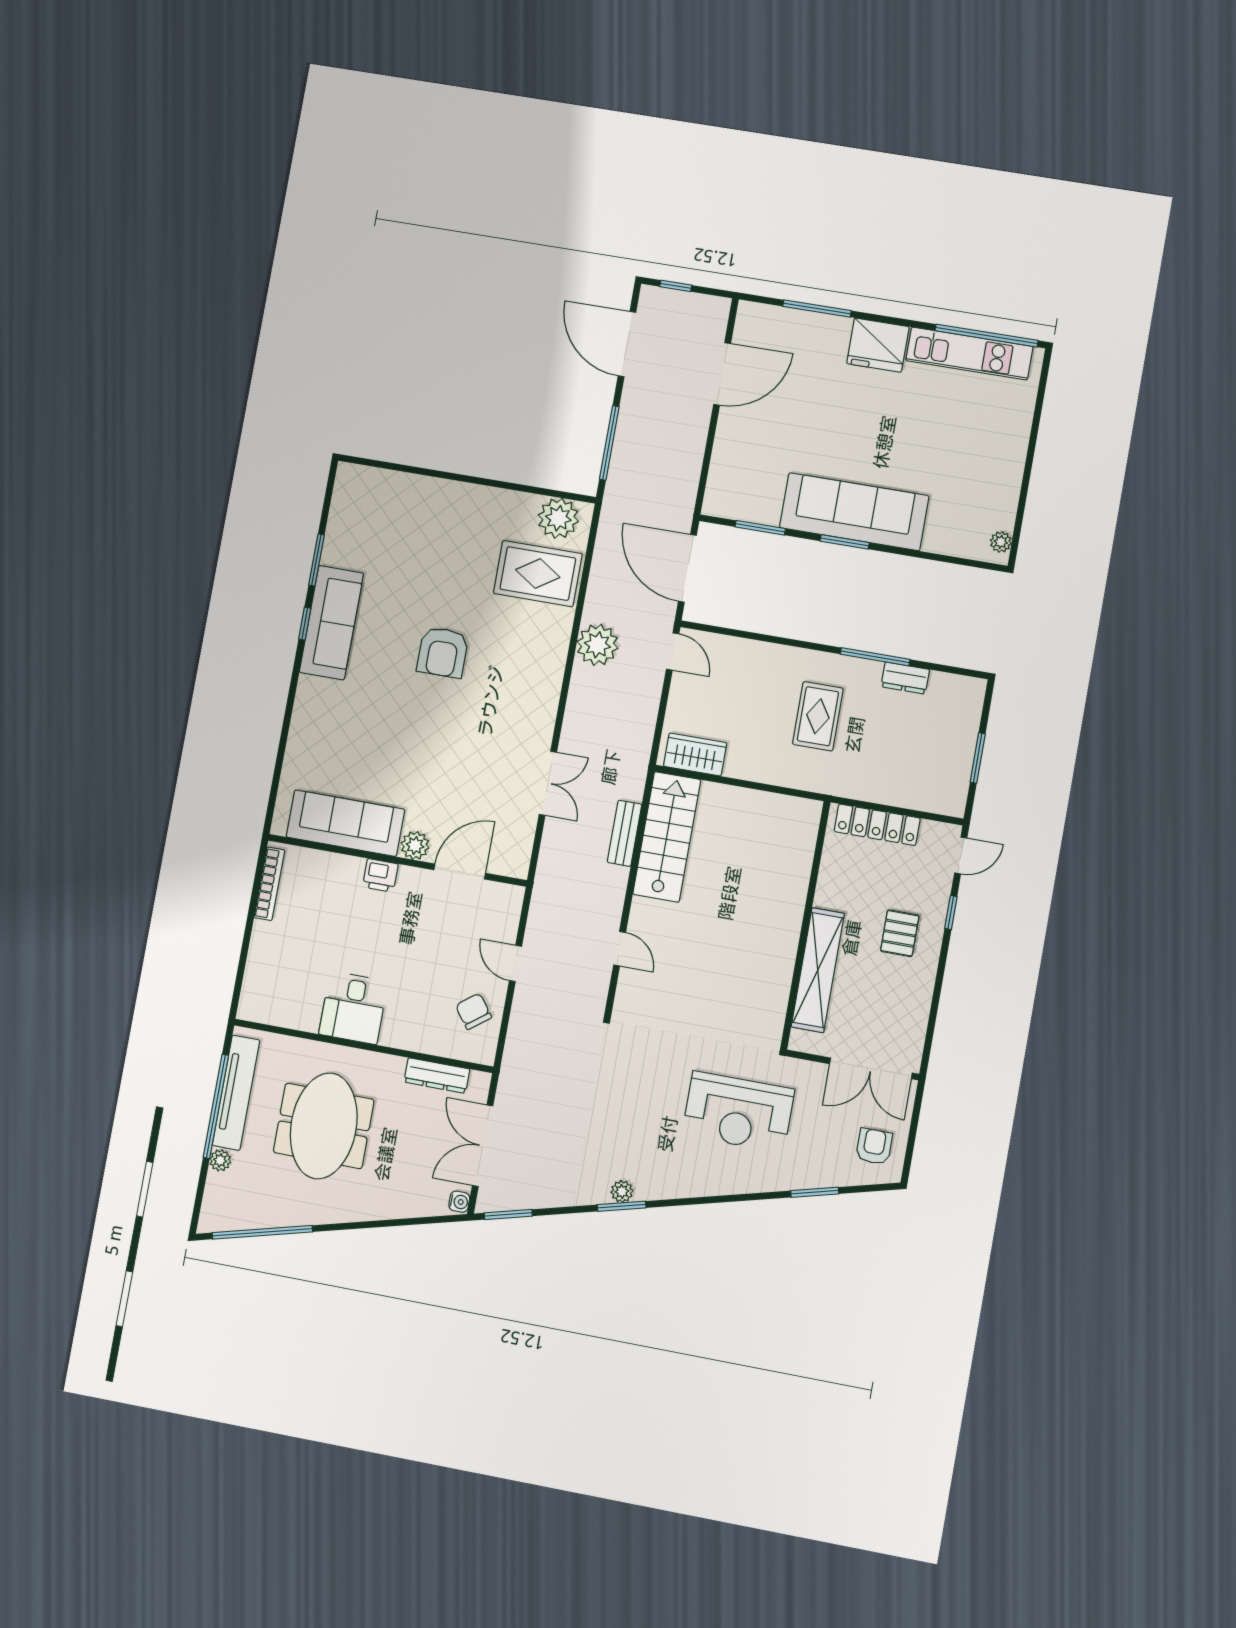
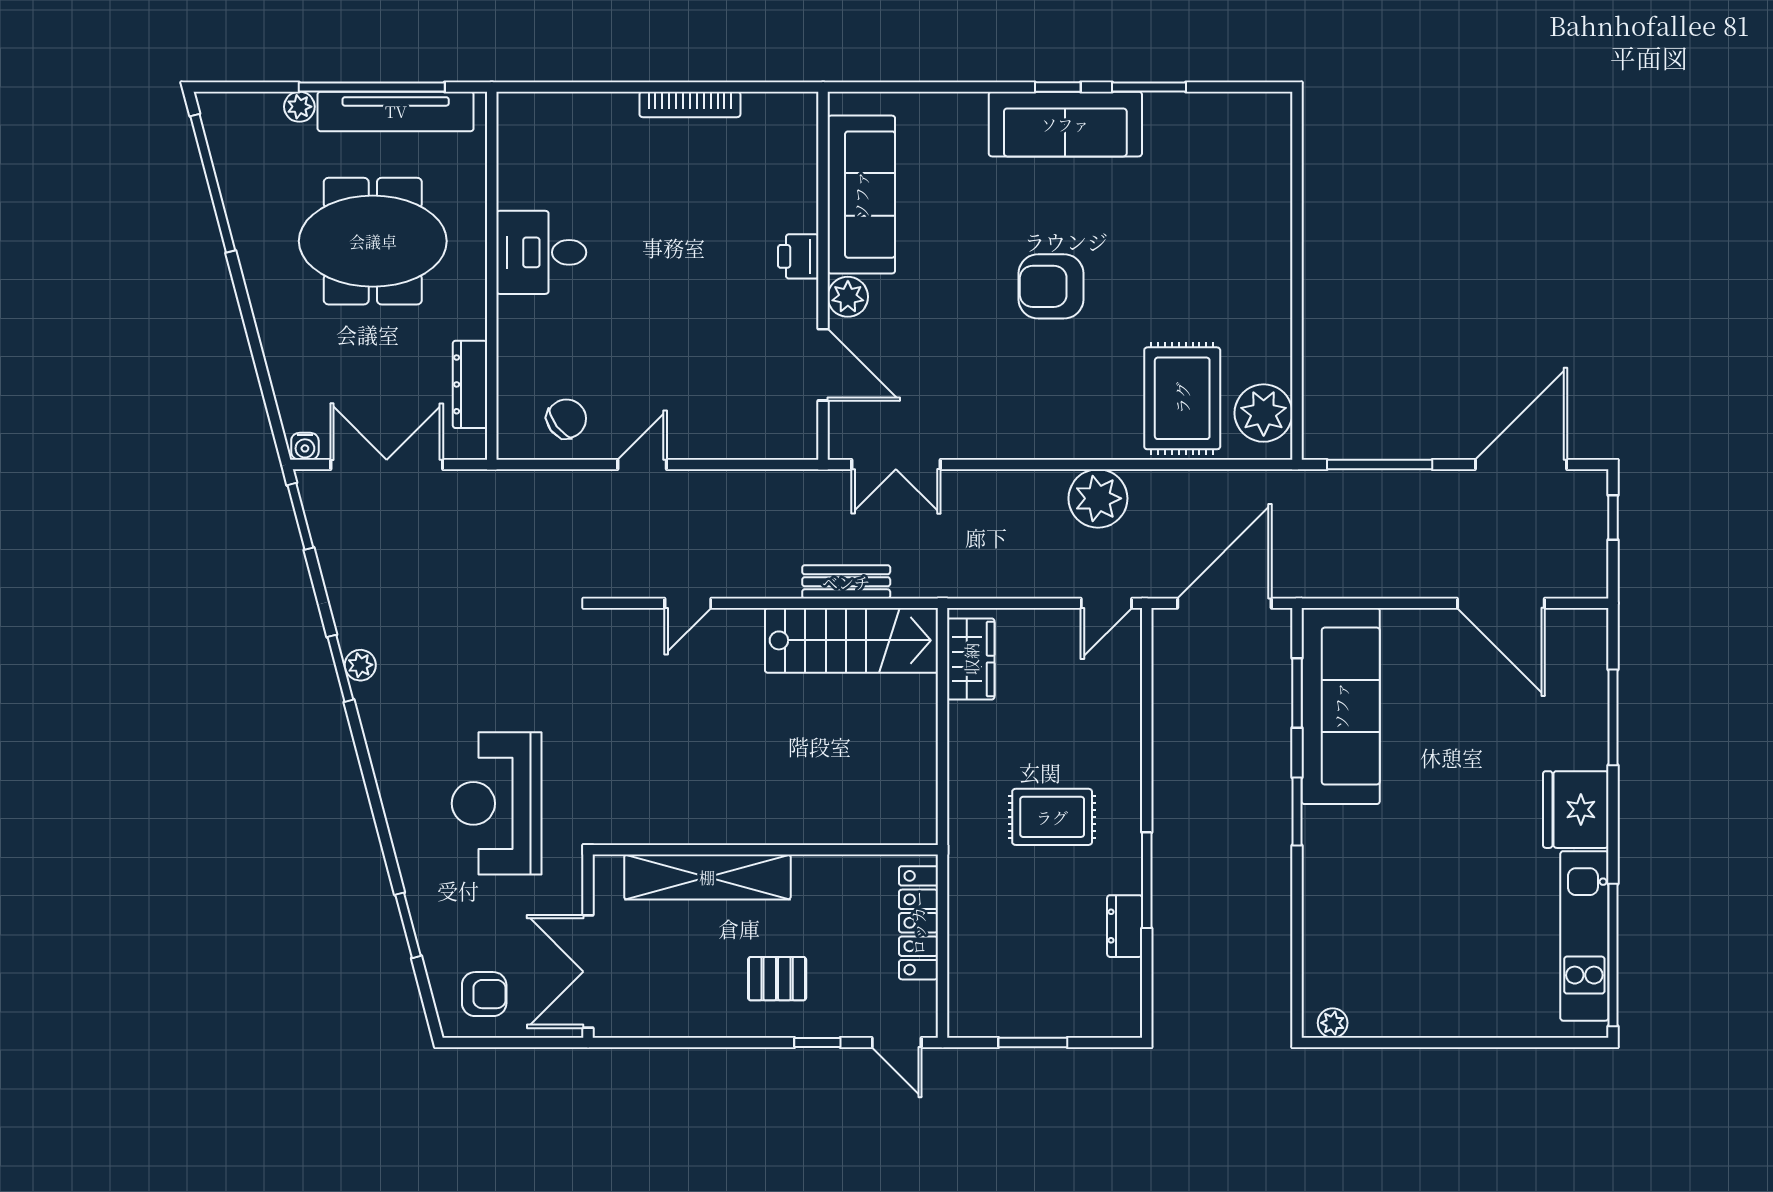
sofa: (854, 512) -> (1341, 706), moved
sofa: (345, 823) -> (861, 195), moved
plant: (415, 845) -> (848, 297), moved
wall: (397, 860) -> (823, 276), moved
door: (460, 872) -> (823, 365), moved
printer: (380, 875) -> (798, 256), moved

